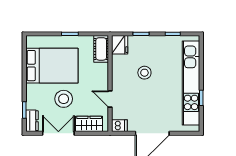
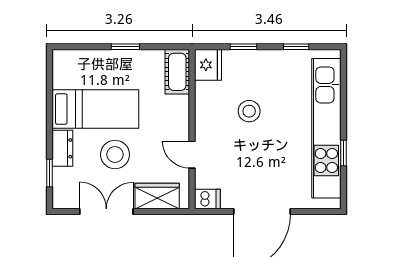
bed: (52, 66) -> (95, 109), width x0.67
dresser: (32, 121) -> (62, 148), moved

